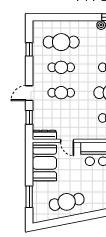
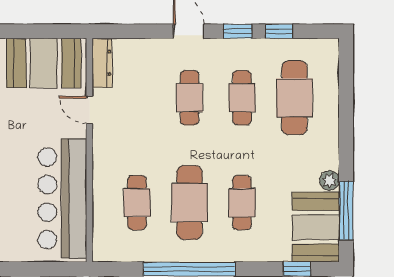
window: (29, 117) -> (238, 31), moved
door: (67, 141) -> (89, 110), hinge flipped

